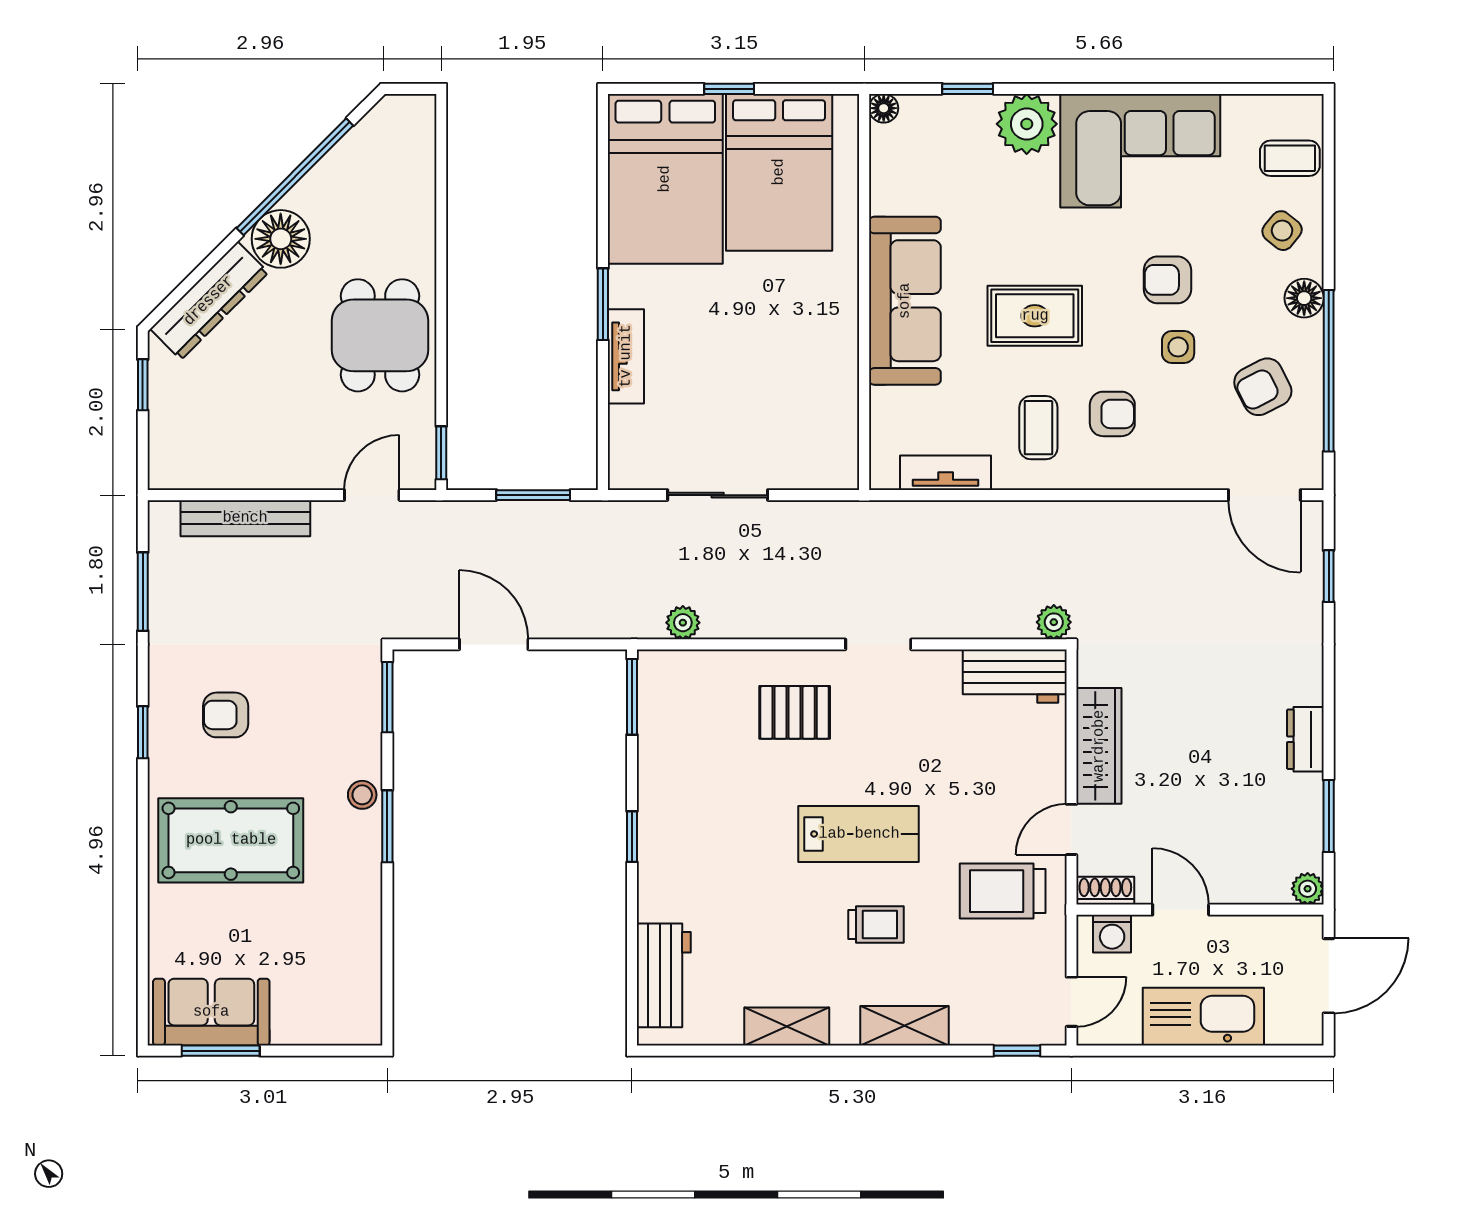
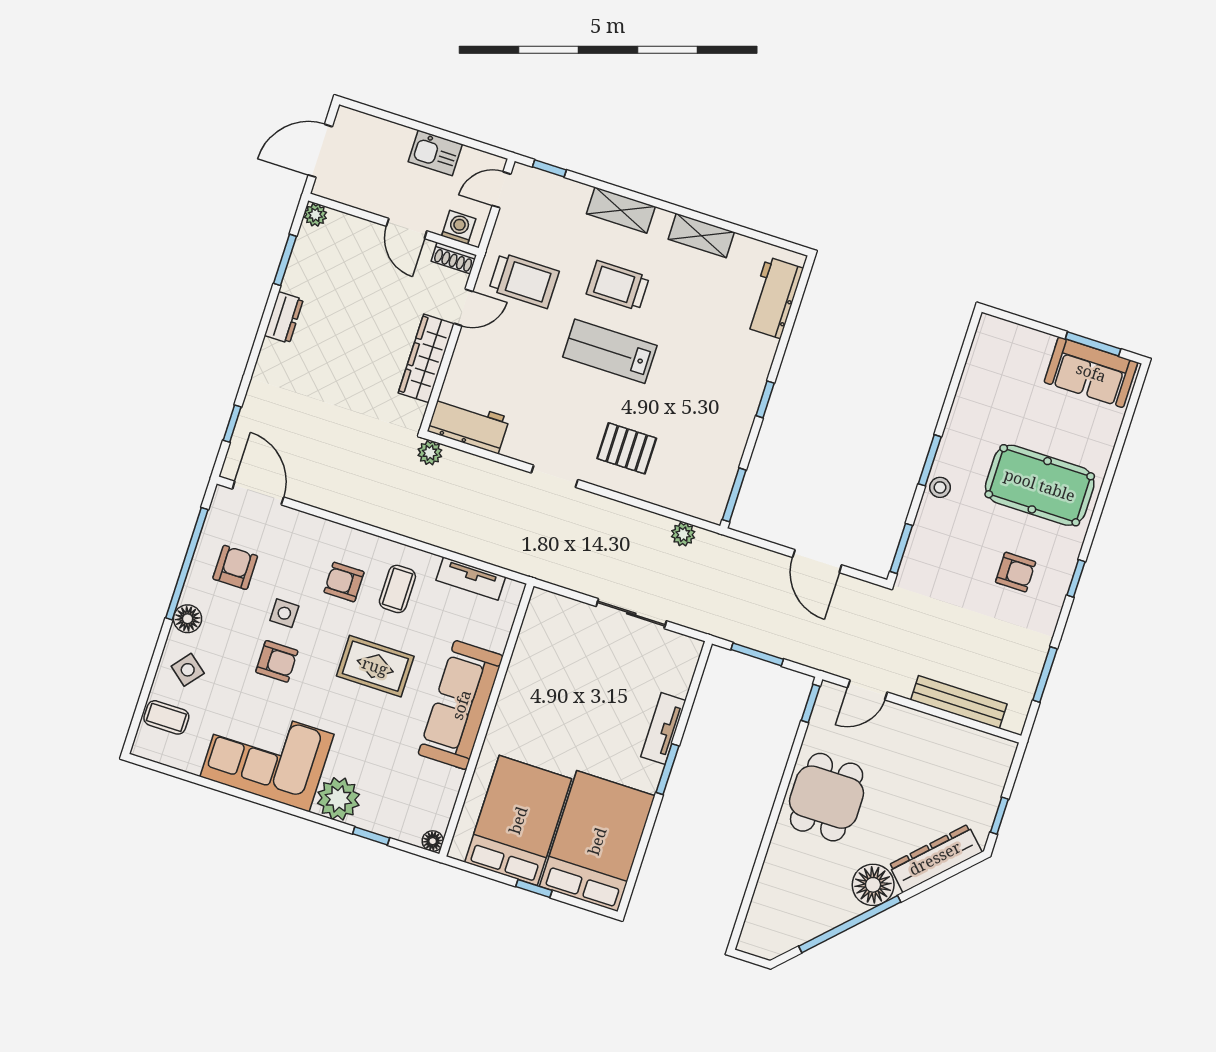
armchair: (1263, 387) -> (235, 567), turned -63
trolley: (876, 925) -> (618, 286), width x1.36, depth x1.39
kitchen sink: (1203, 1017) -> (435, 153), width x0.53, depth x0.81

